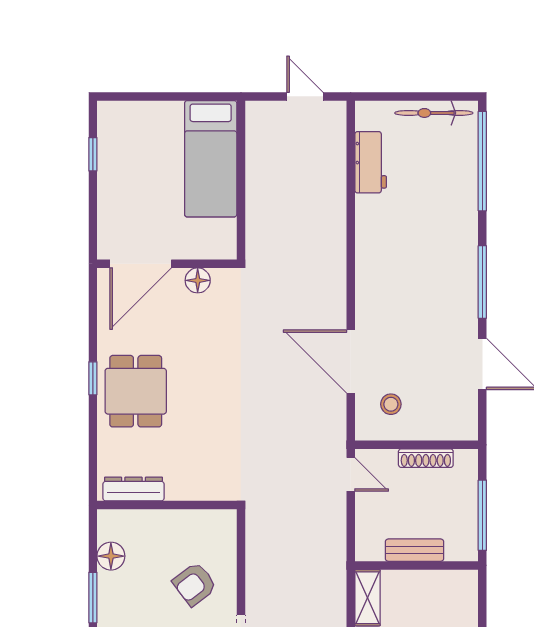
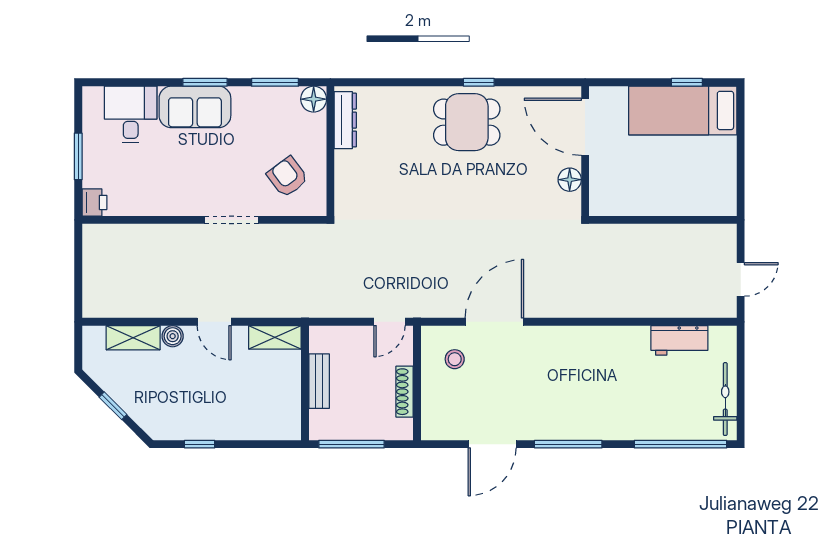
bed: (211, 159) -> (683, 110), moved
dresser: (134, 489) -> (345, 120), moved
wall: (167, 505) -> (330, 151), moved

